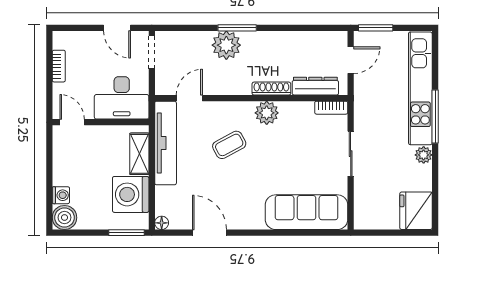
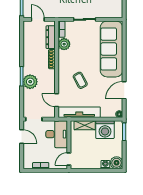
door: (117, 28) -> (22, 136), hinge flipped
plant: (267, 113) -> (64, 44), moved
sofa: (307, 212) -> (112, 49), width x1.36, depth x1.27

